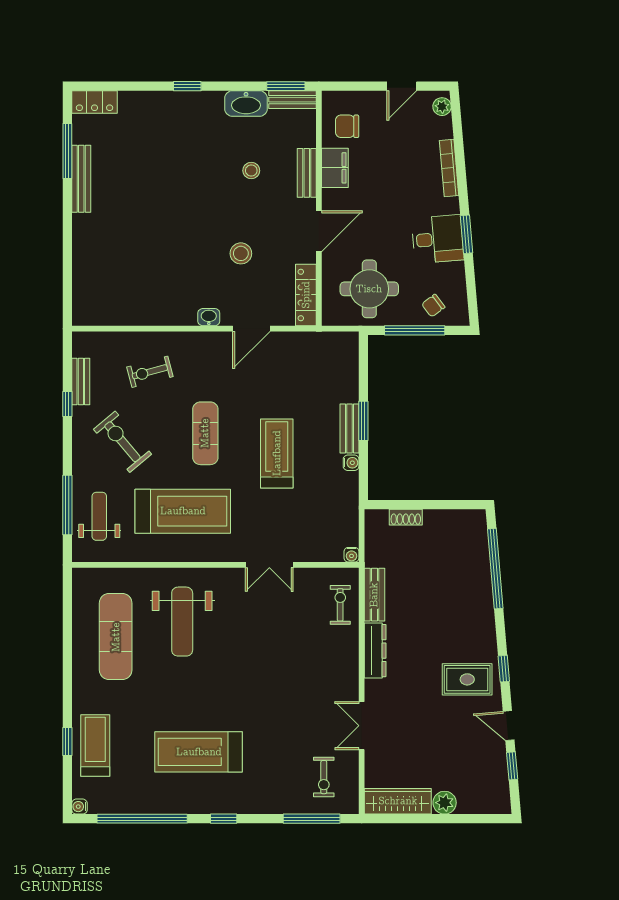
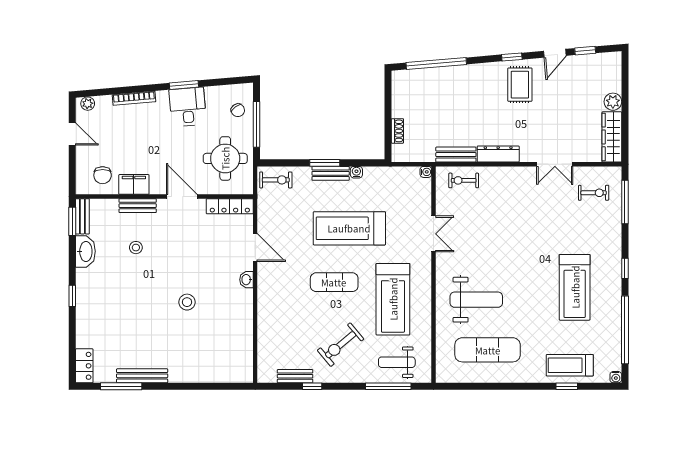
stool: (241, 253) -> (187, 302), moved
exercise bike: (150, 372) -> (276, 180), moved, turned -75
treadmill: (277, 453) -> (349, 228), width x1.37, depth x1.38
treadmill: (183, 511) -> (393, 299), turned 180

